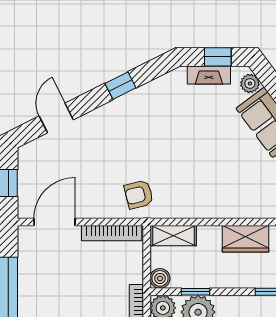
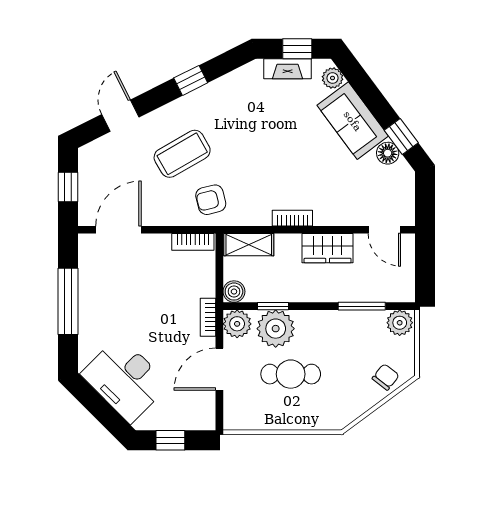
coffee table: (113, 153) -> (182, 154), added
bookcase: (213, 211) -> (292, 218), added
bookcase: (112, 233) -> (193, 242), width x0.64

